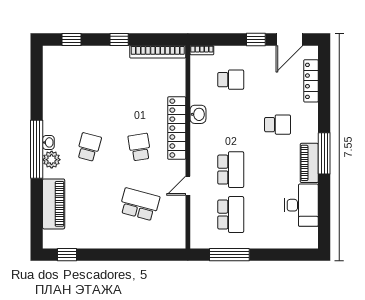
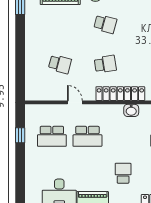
school desk: (277, 125) -> (123, 173), turned 180
school desk: (140, 204) -> (60, 64), width x0.54
window: (229, 255) -> (20, 135), width x0.46

